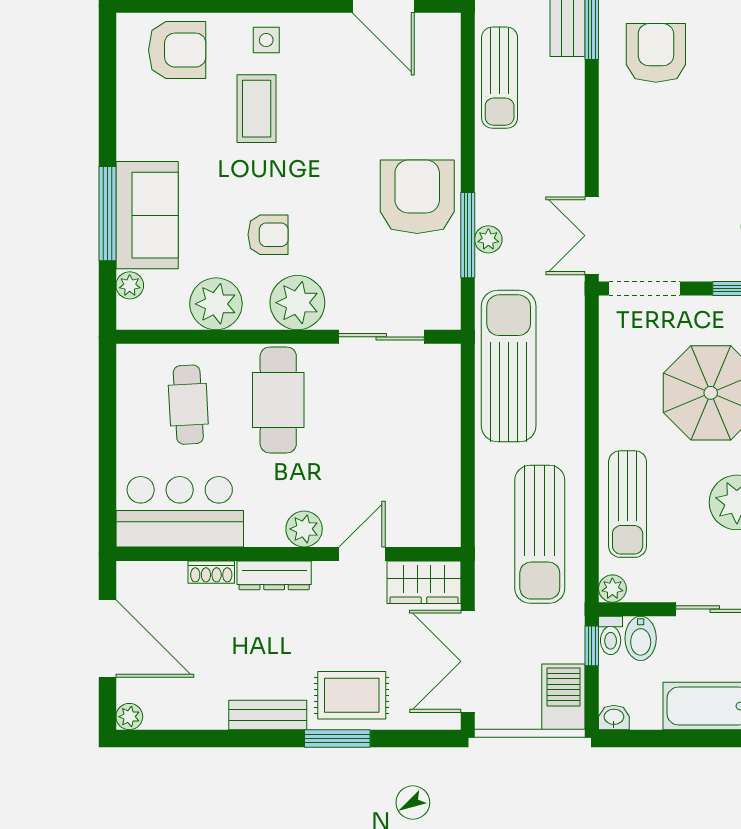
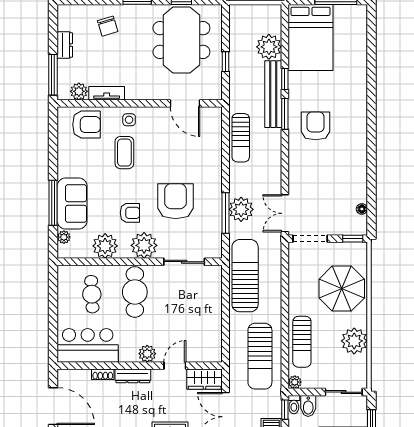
armchair: (417, 197) -> (176, 201), moved
plant: (488, 239) -> (241, 209), width x1.88, depth x1.88

